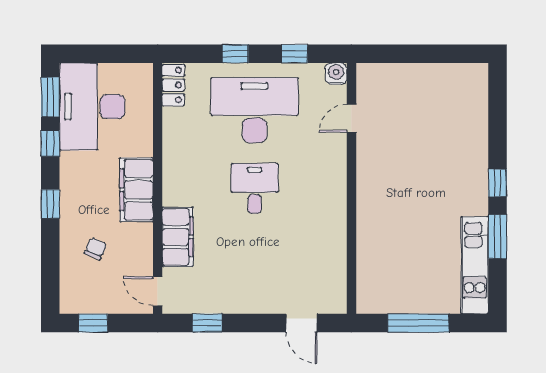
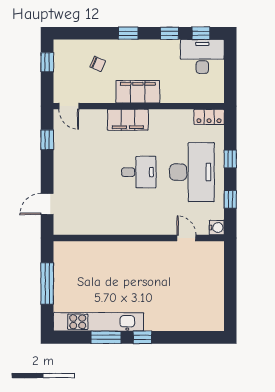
window: (50, 97) -> (201, 33), width x0.67
desk: (92, 107) -> (202, 57), width x0.73, depth x0.77
filing cabinet: (178, 237) -> (128, 120), moved
kitchen unit: (475, 265) -> (98, 322), width x1.36
door: (158, 291) -> (69, 106), swing flipped

